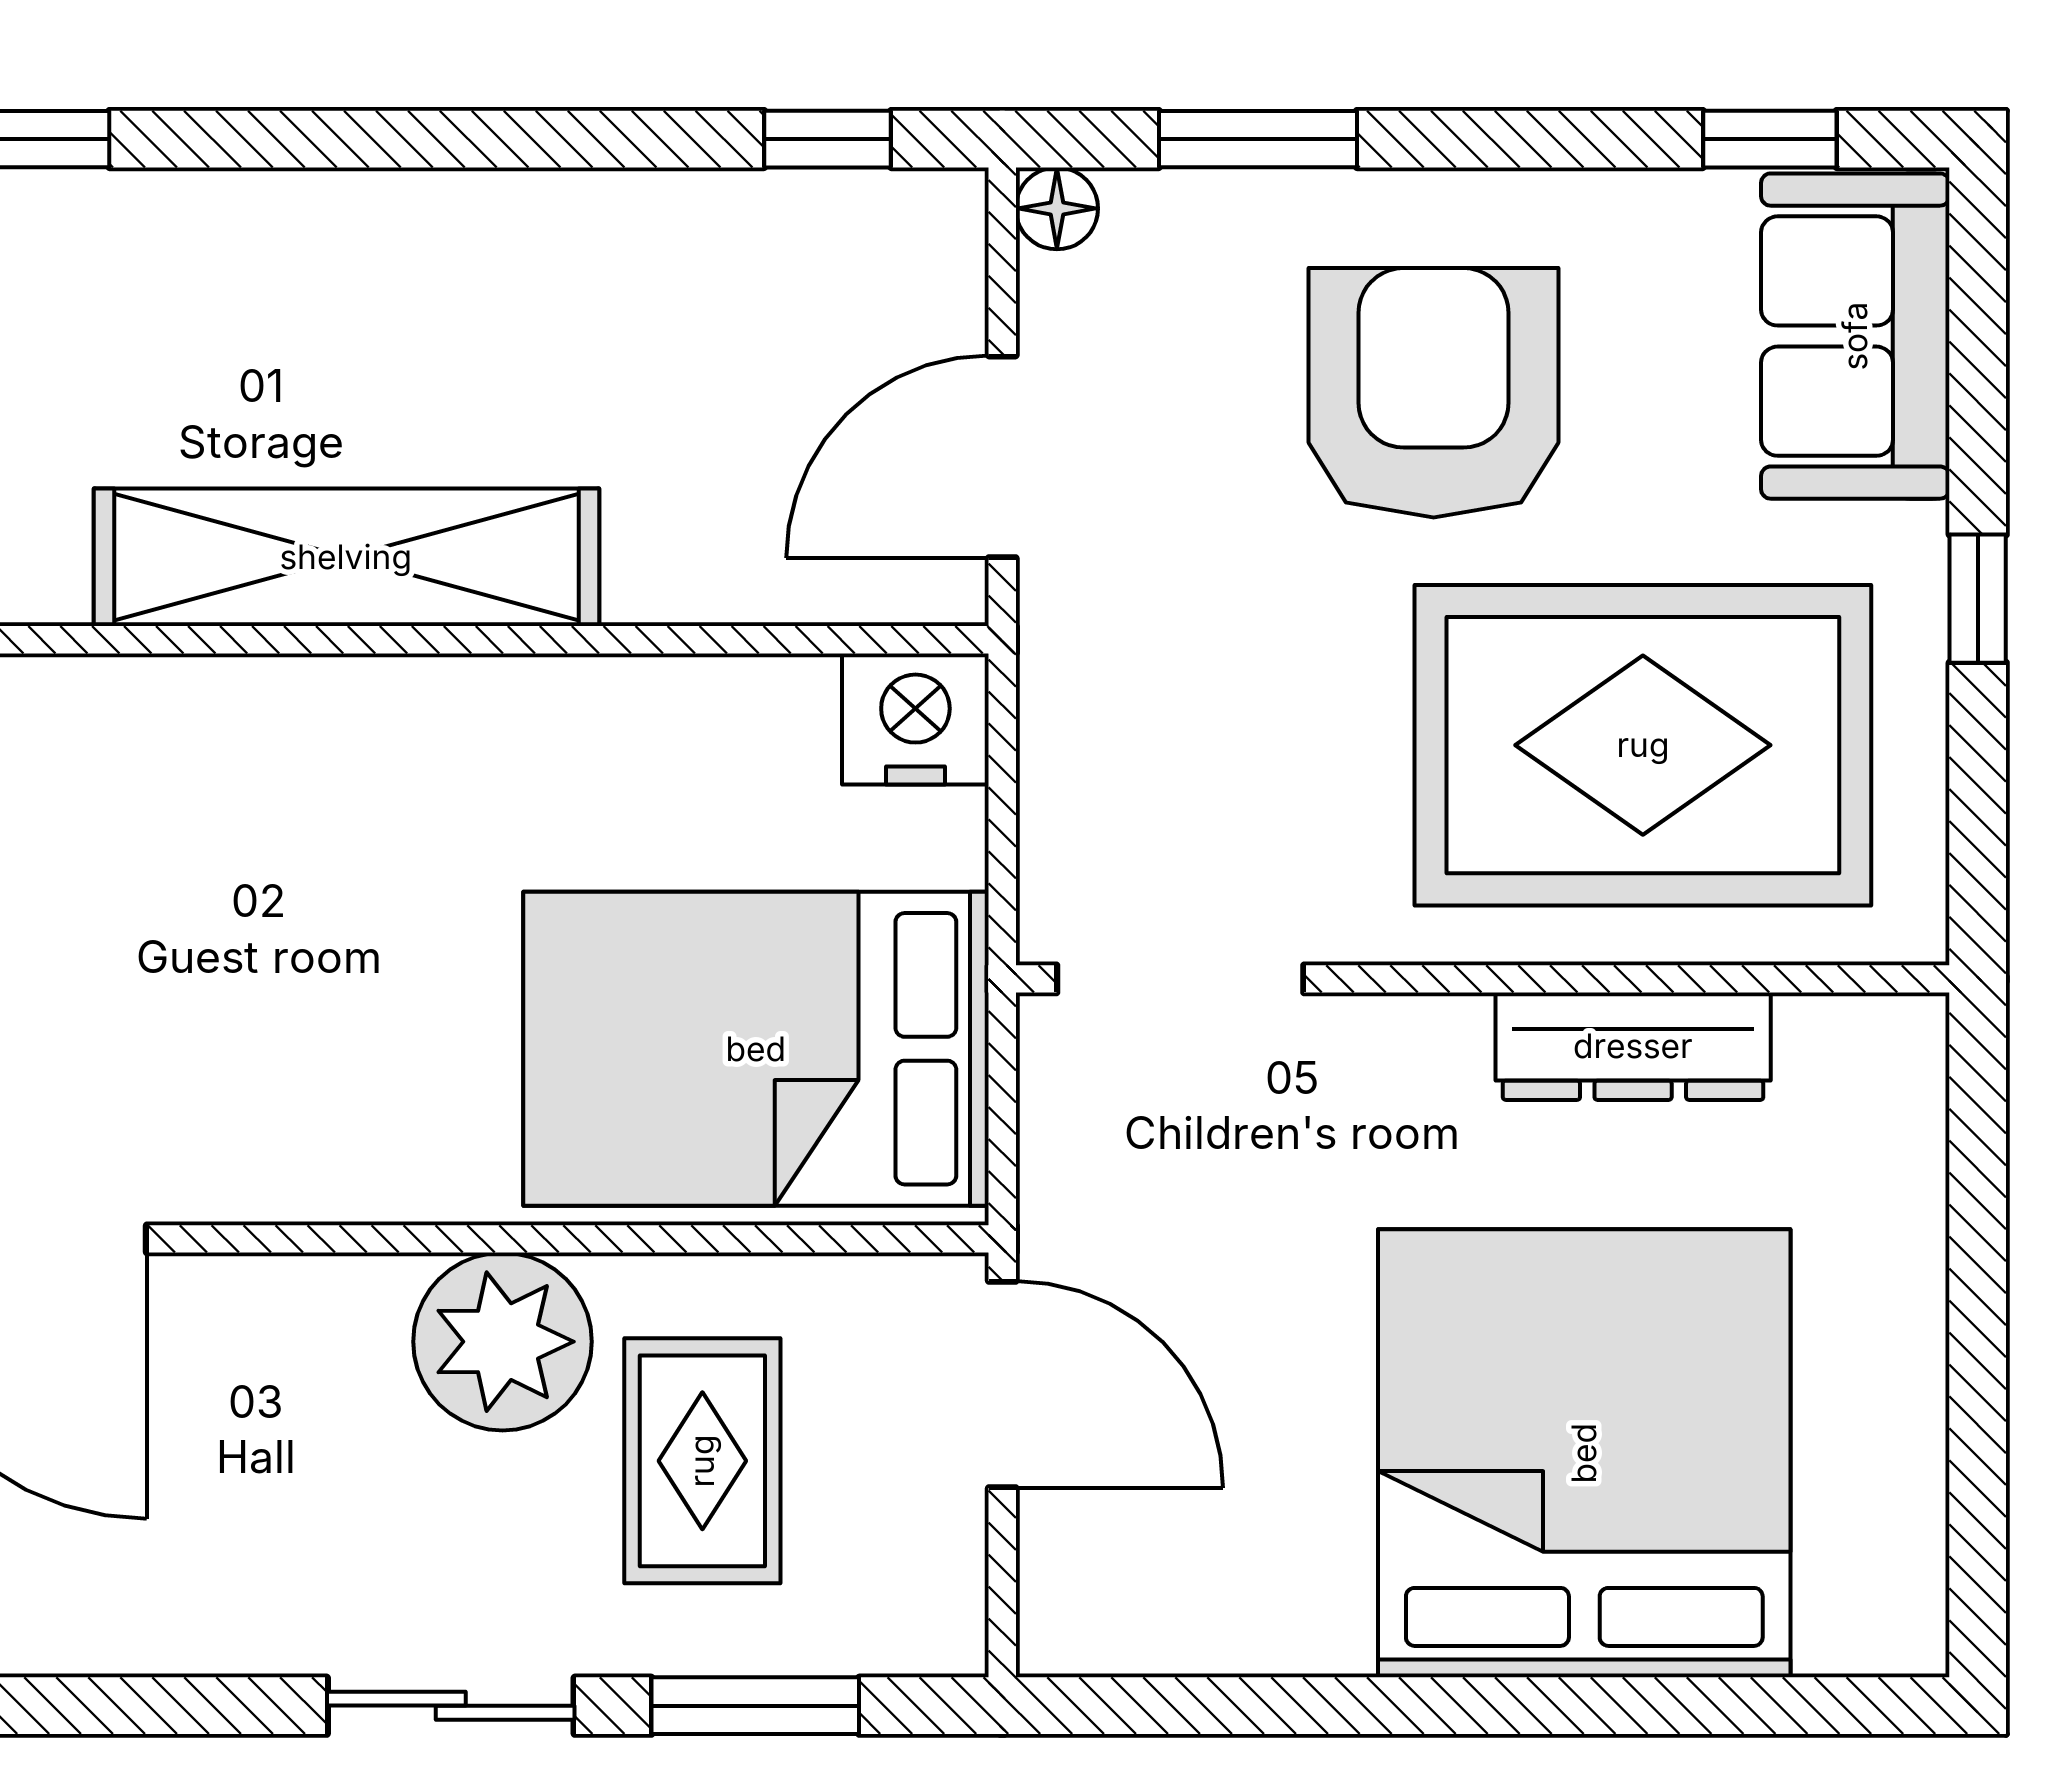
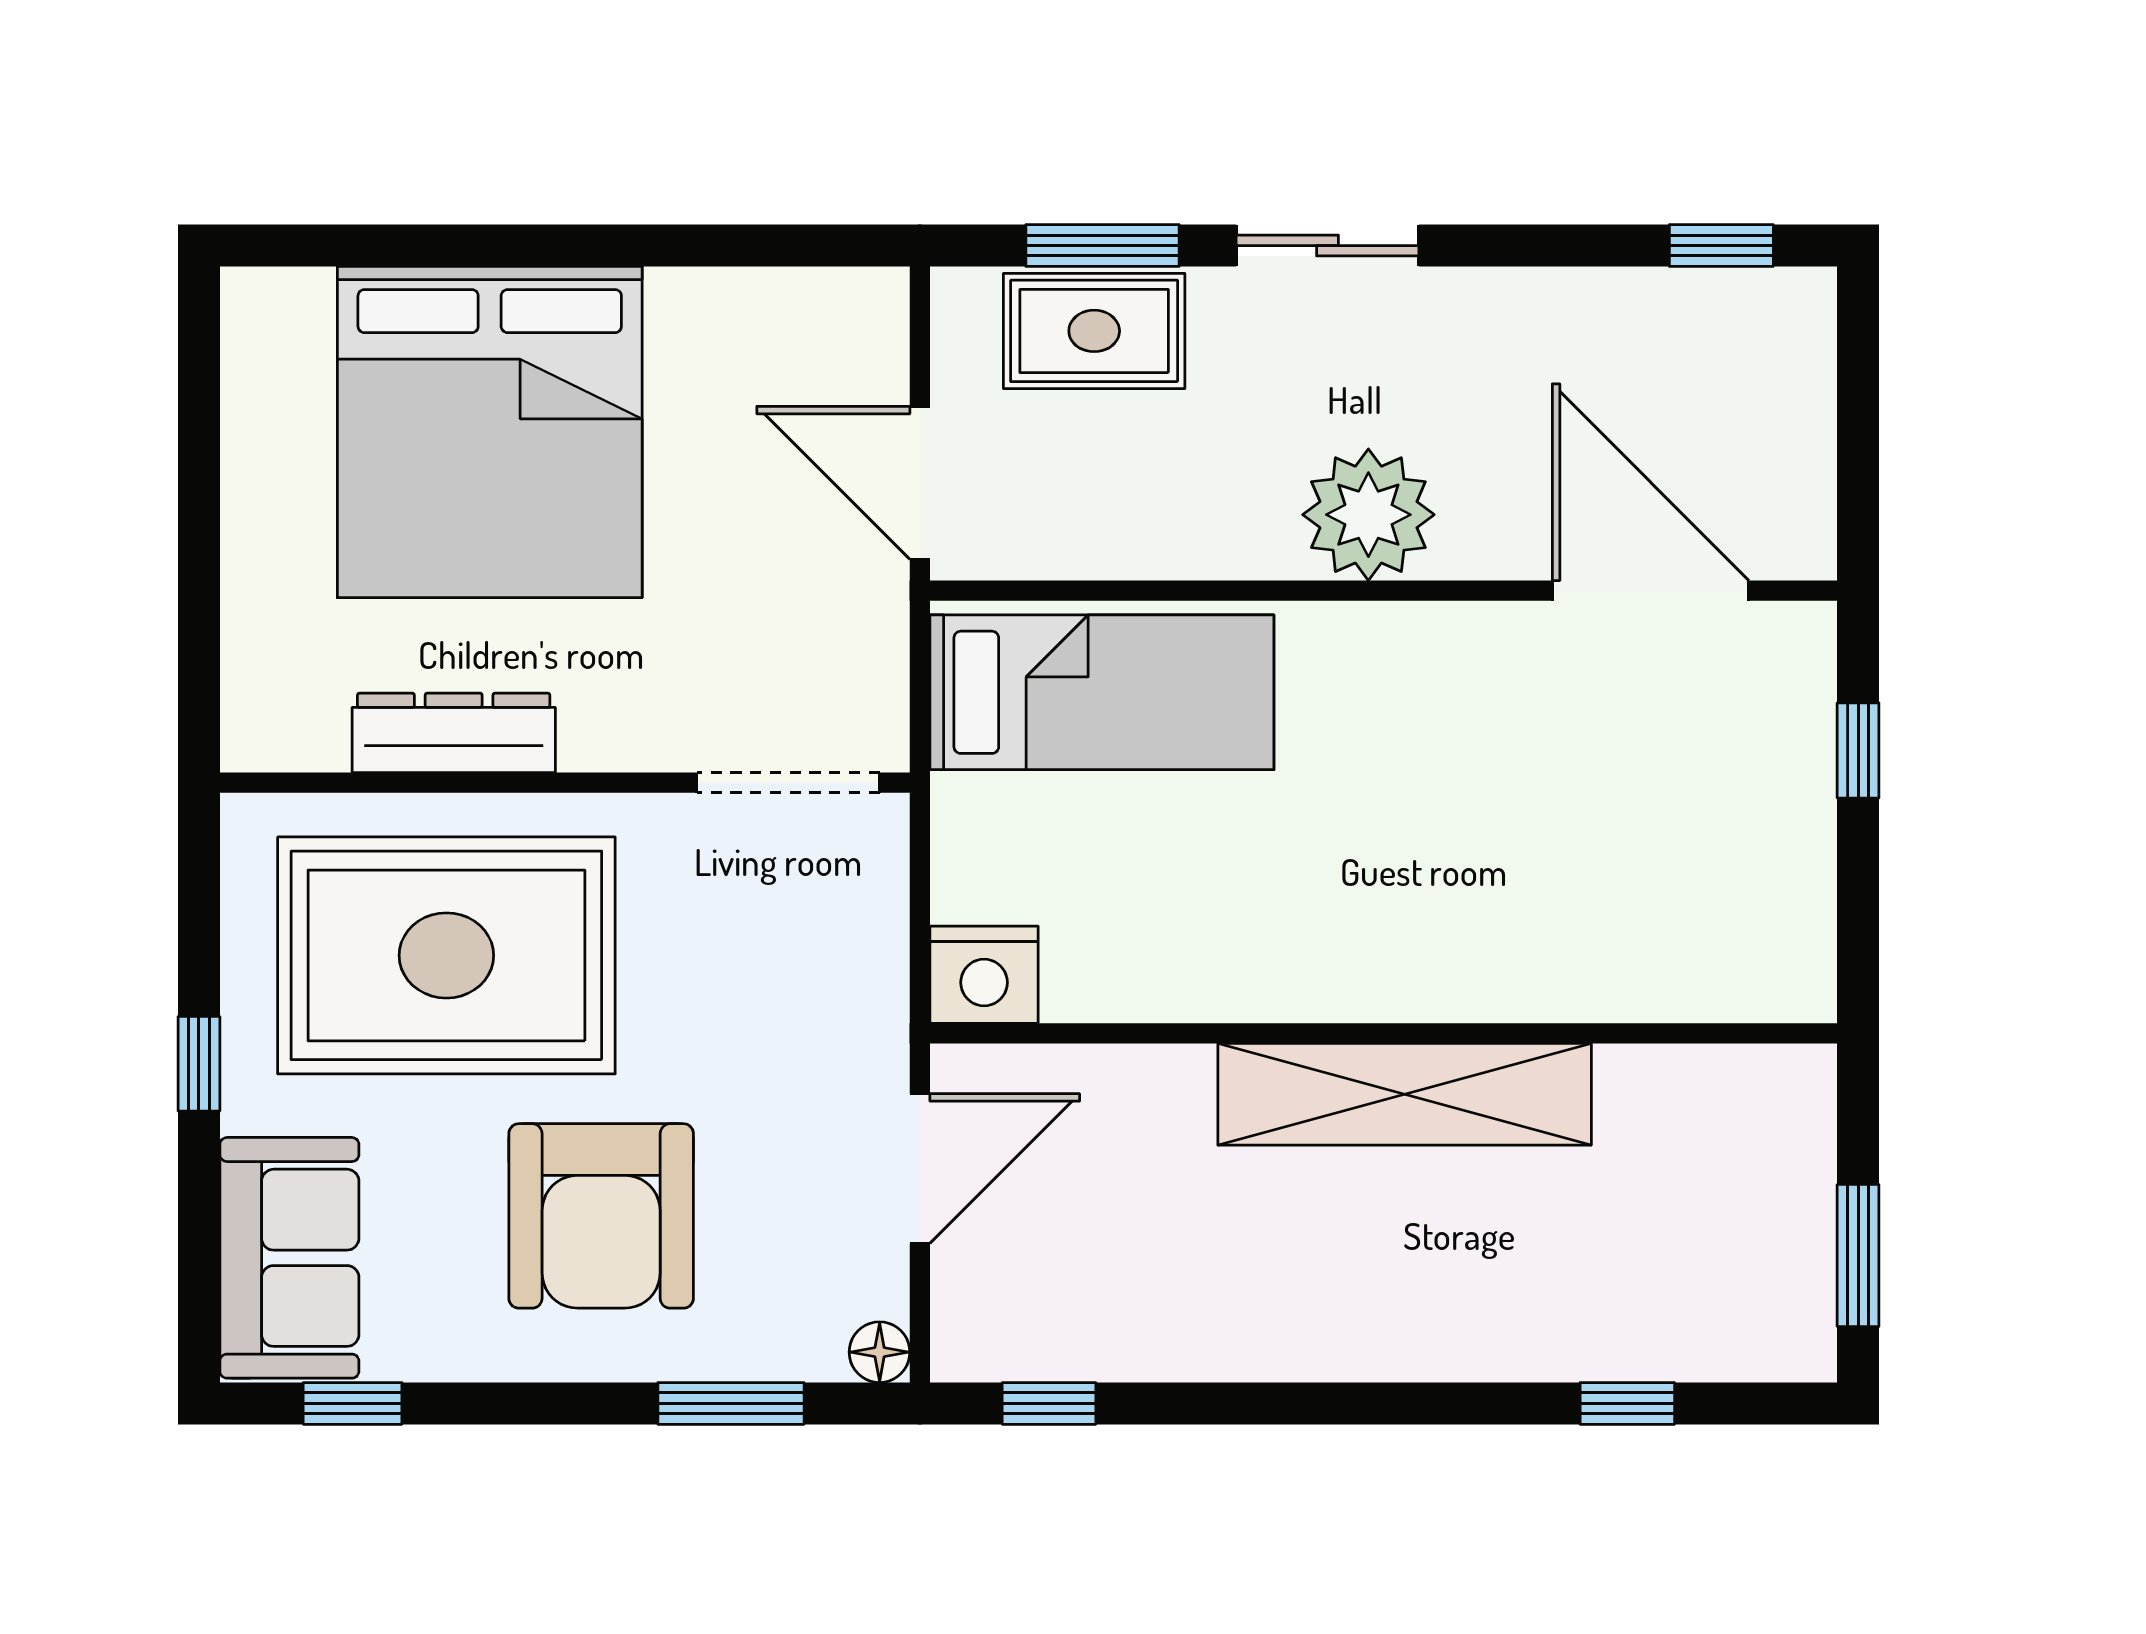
bed: (756, 1049) -> (1102, 692), width x0.67
plant: (503, 1342) -> (1368, 515), moved
rug: (702, 1461) -> (1094, 331), moved, turned 90

